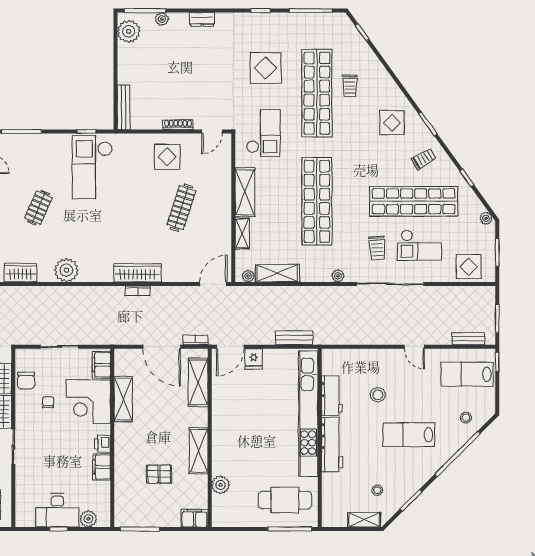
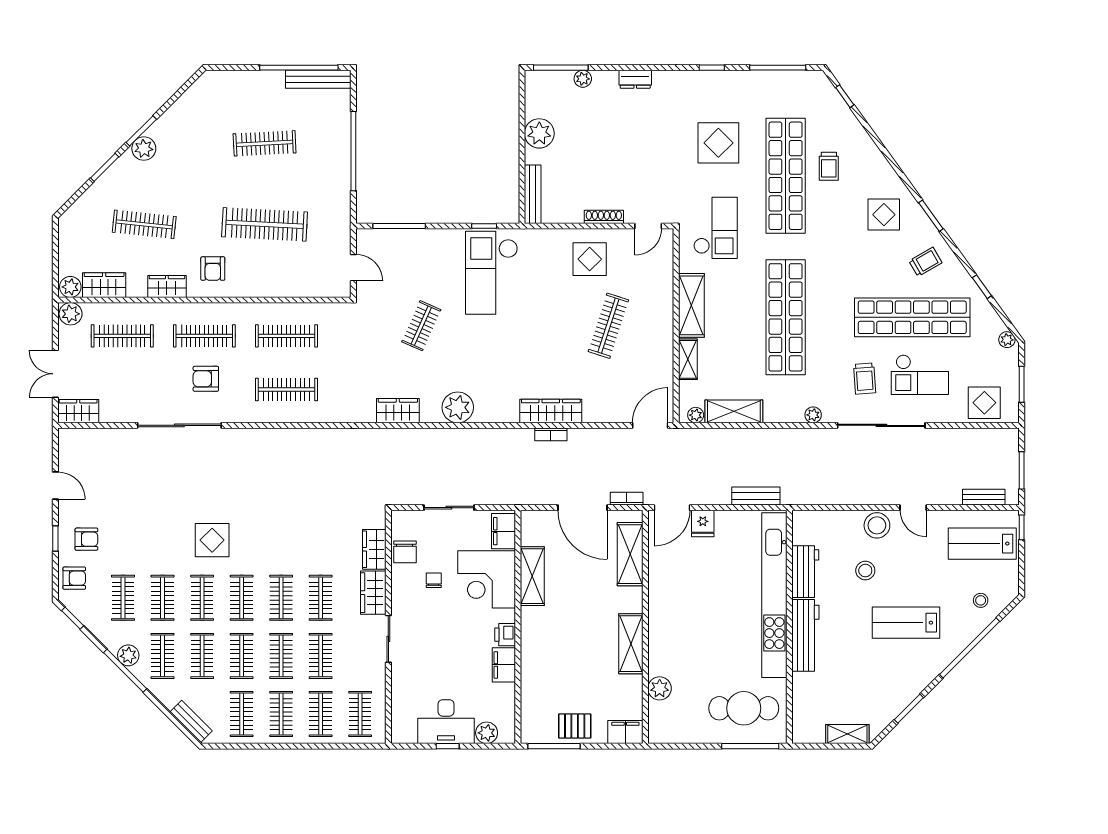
plant: (129, 31) -> (539, 133), moved
pallet: (159, 474) -> (575, 726), moved
stool: (377, 490) -> (877, 525), moved, width x1.89, depth x1.89

